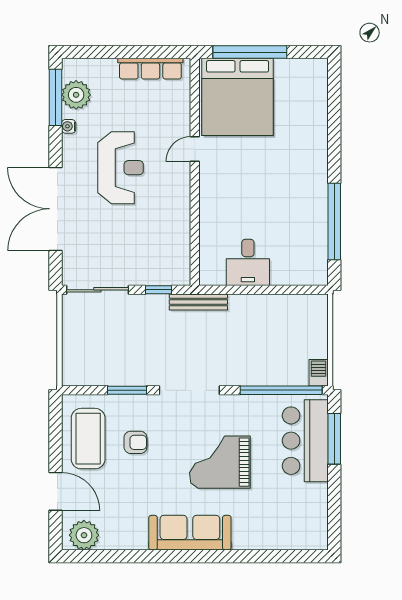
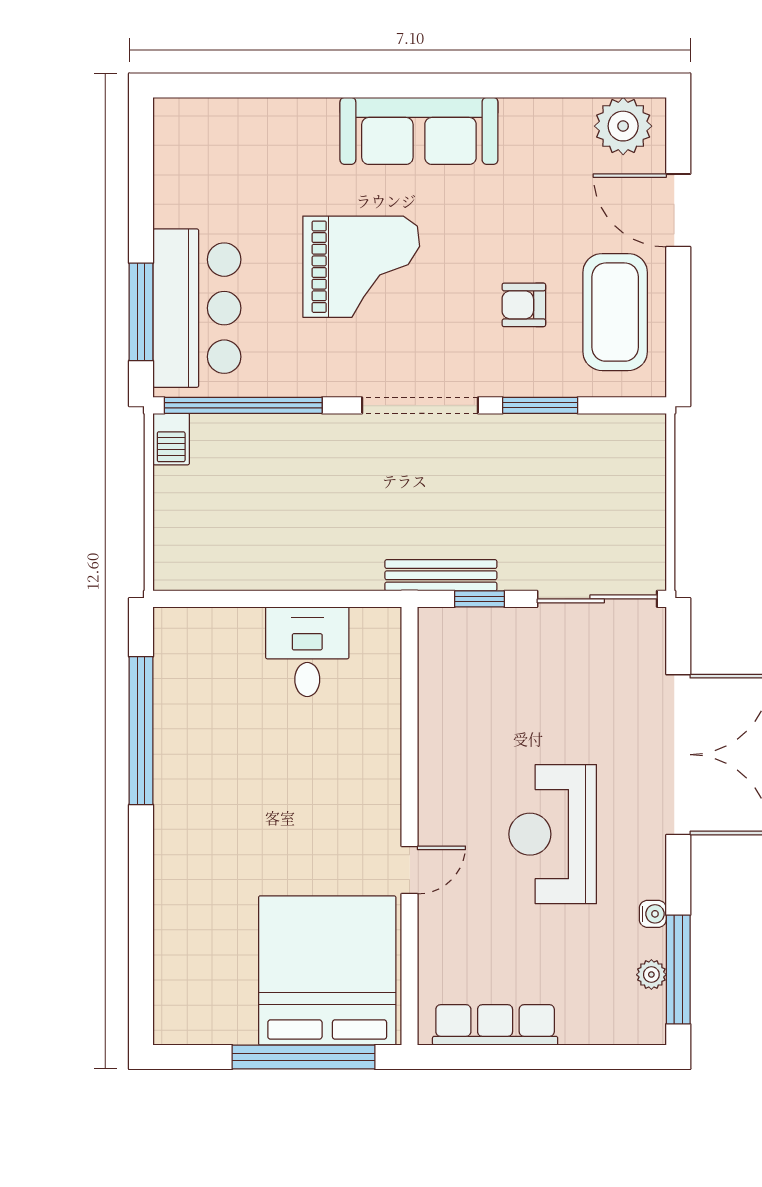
plant: (76, 95) -> (651, 975), width x0.53, depth x0.53
bench: (198, 302) -> (441, 575), moved

